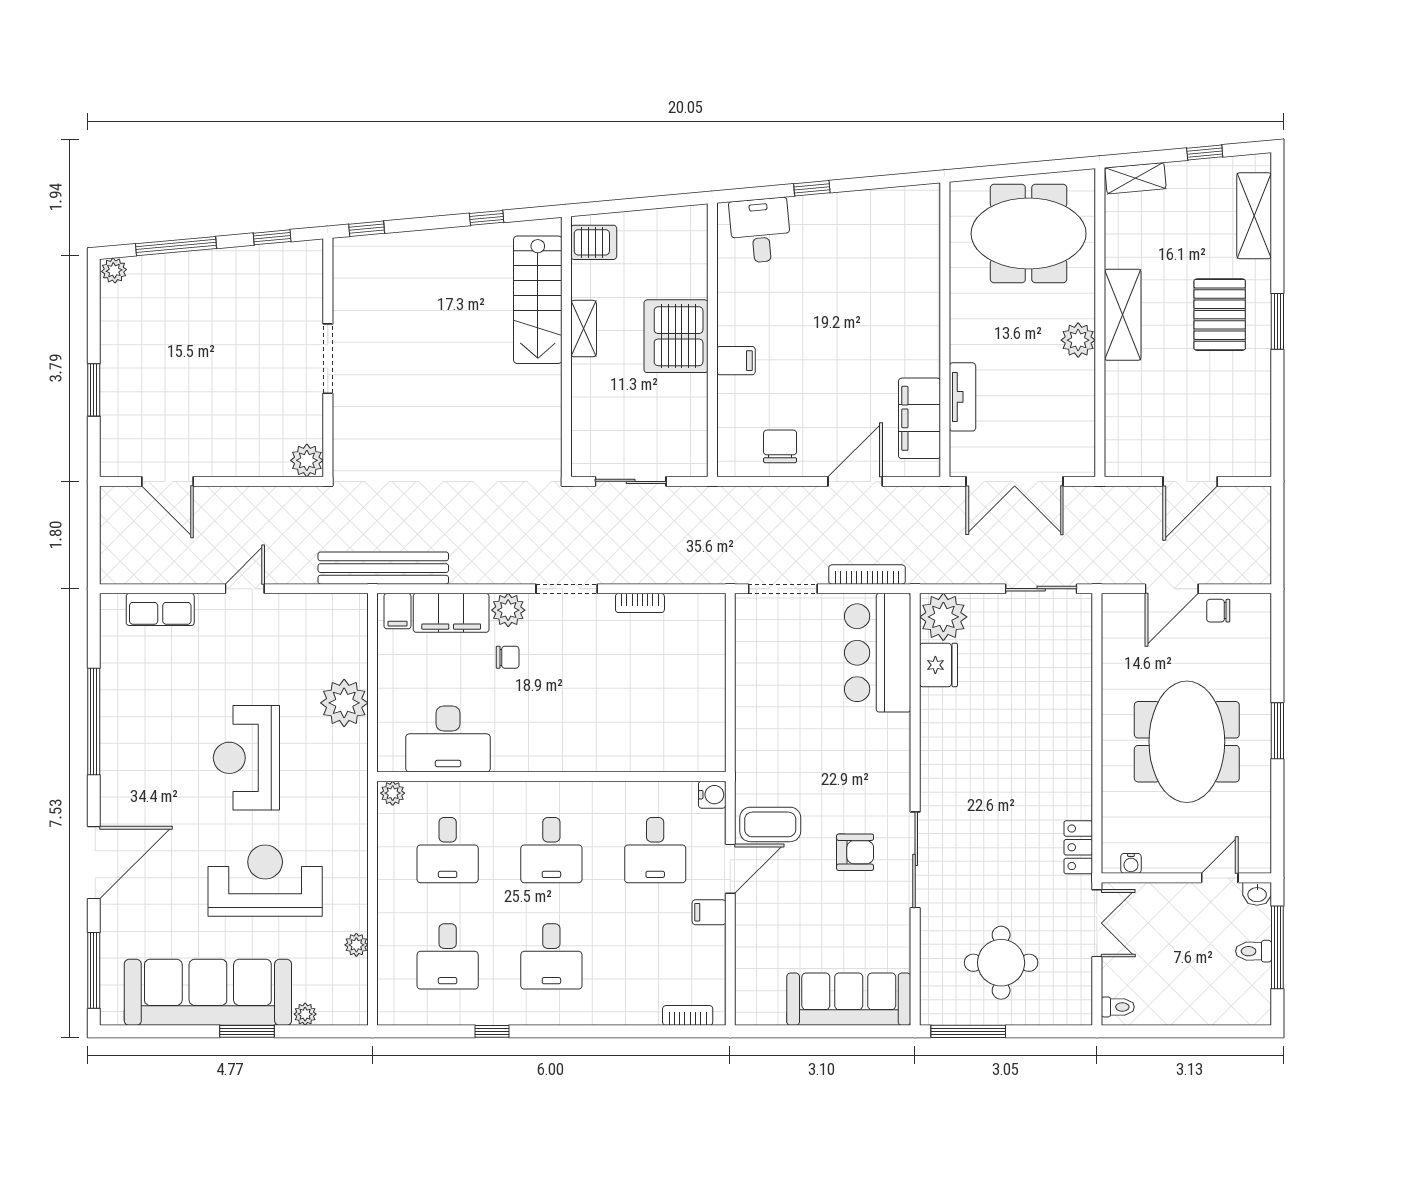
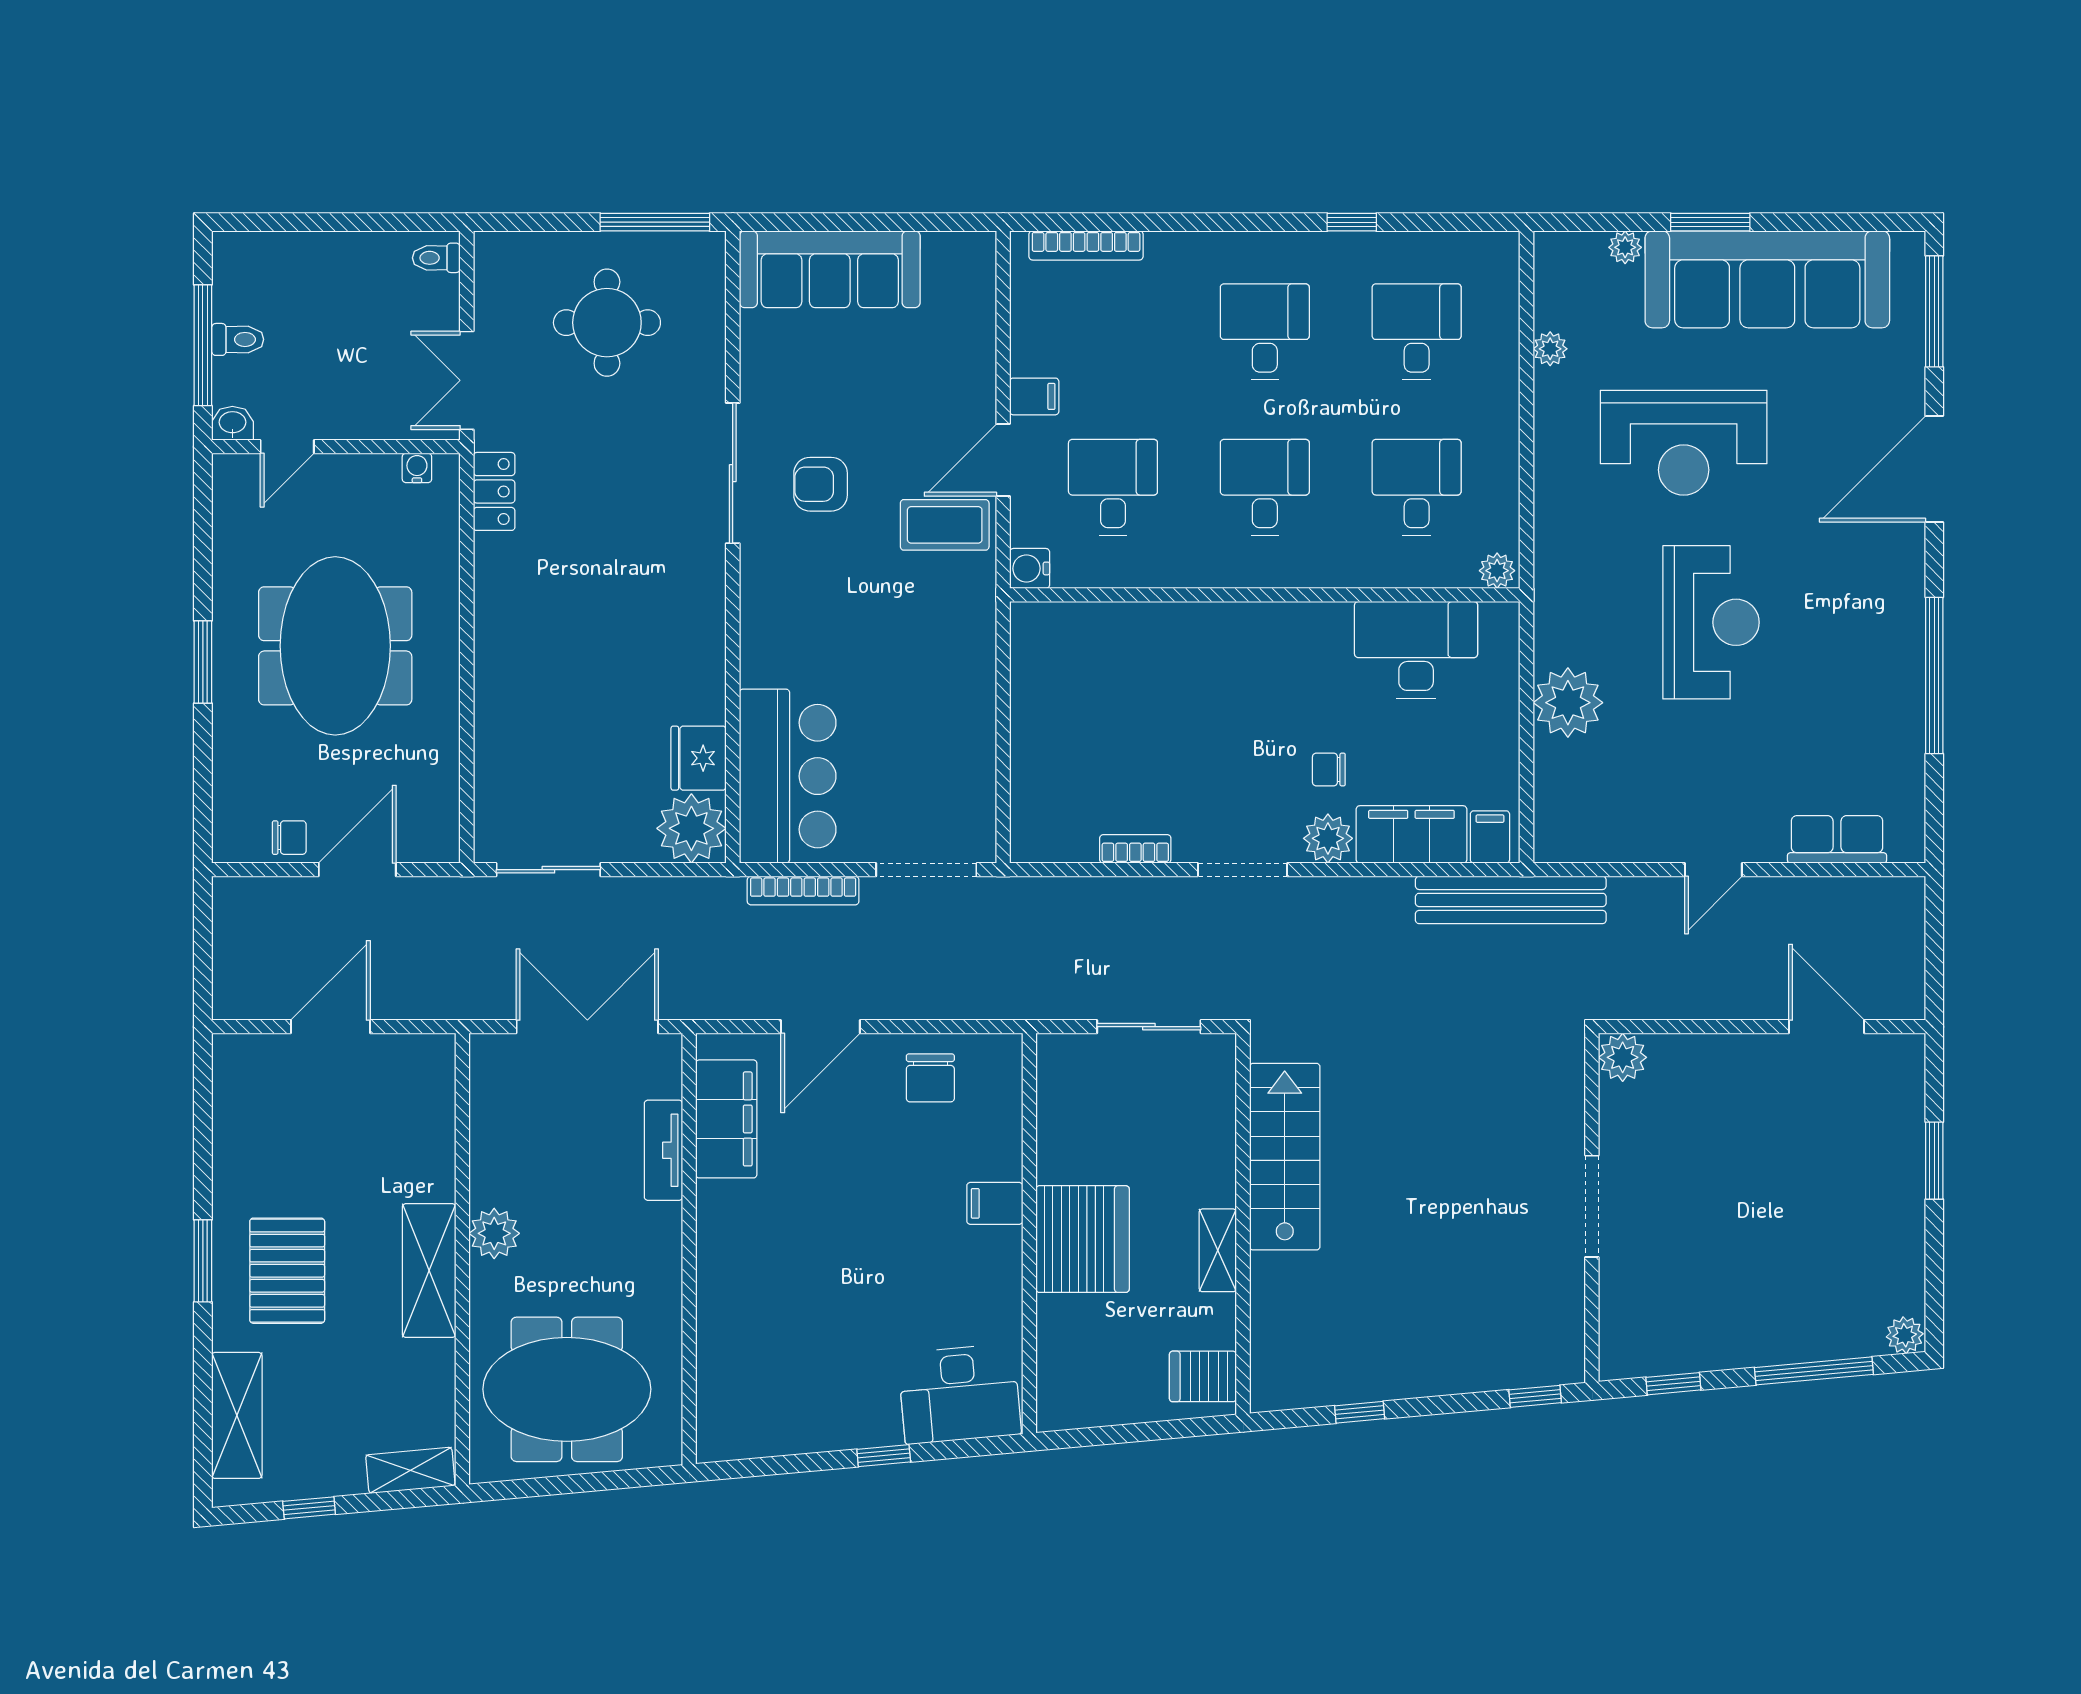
desk: (760, 230) -> (959, 1394), width x1.37
stairs: (538, 300) -> (1285, 1157), moved
bookcase: (688, 1015) -> (1086, 245), width x1.56

